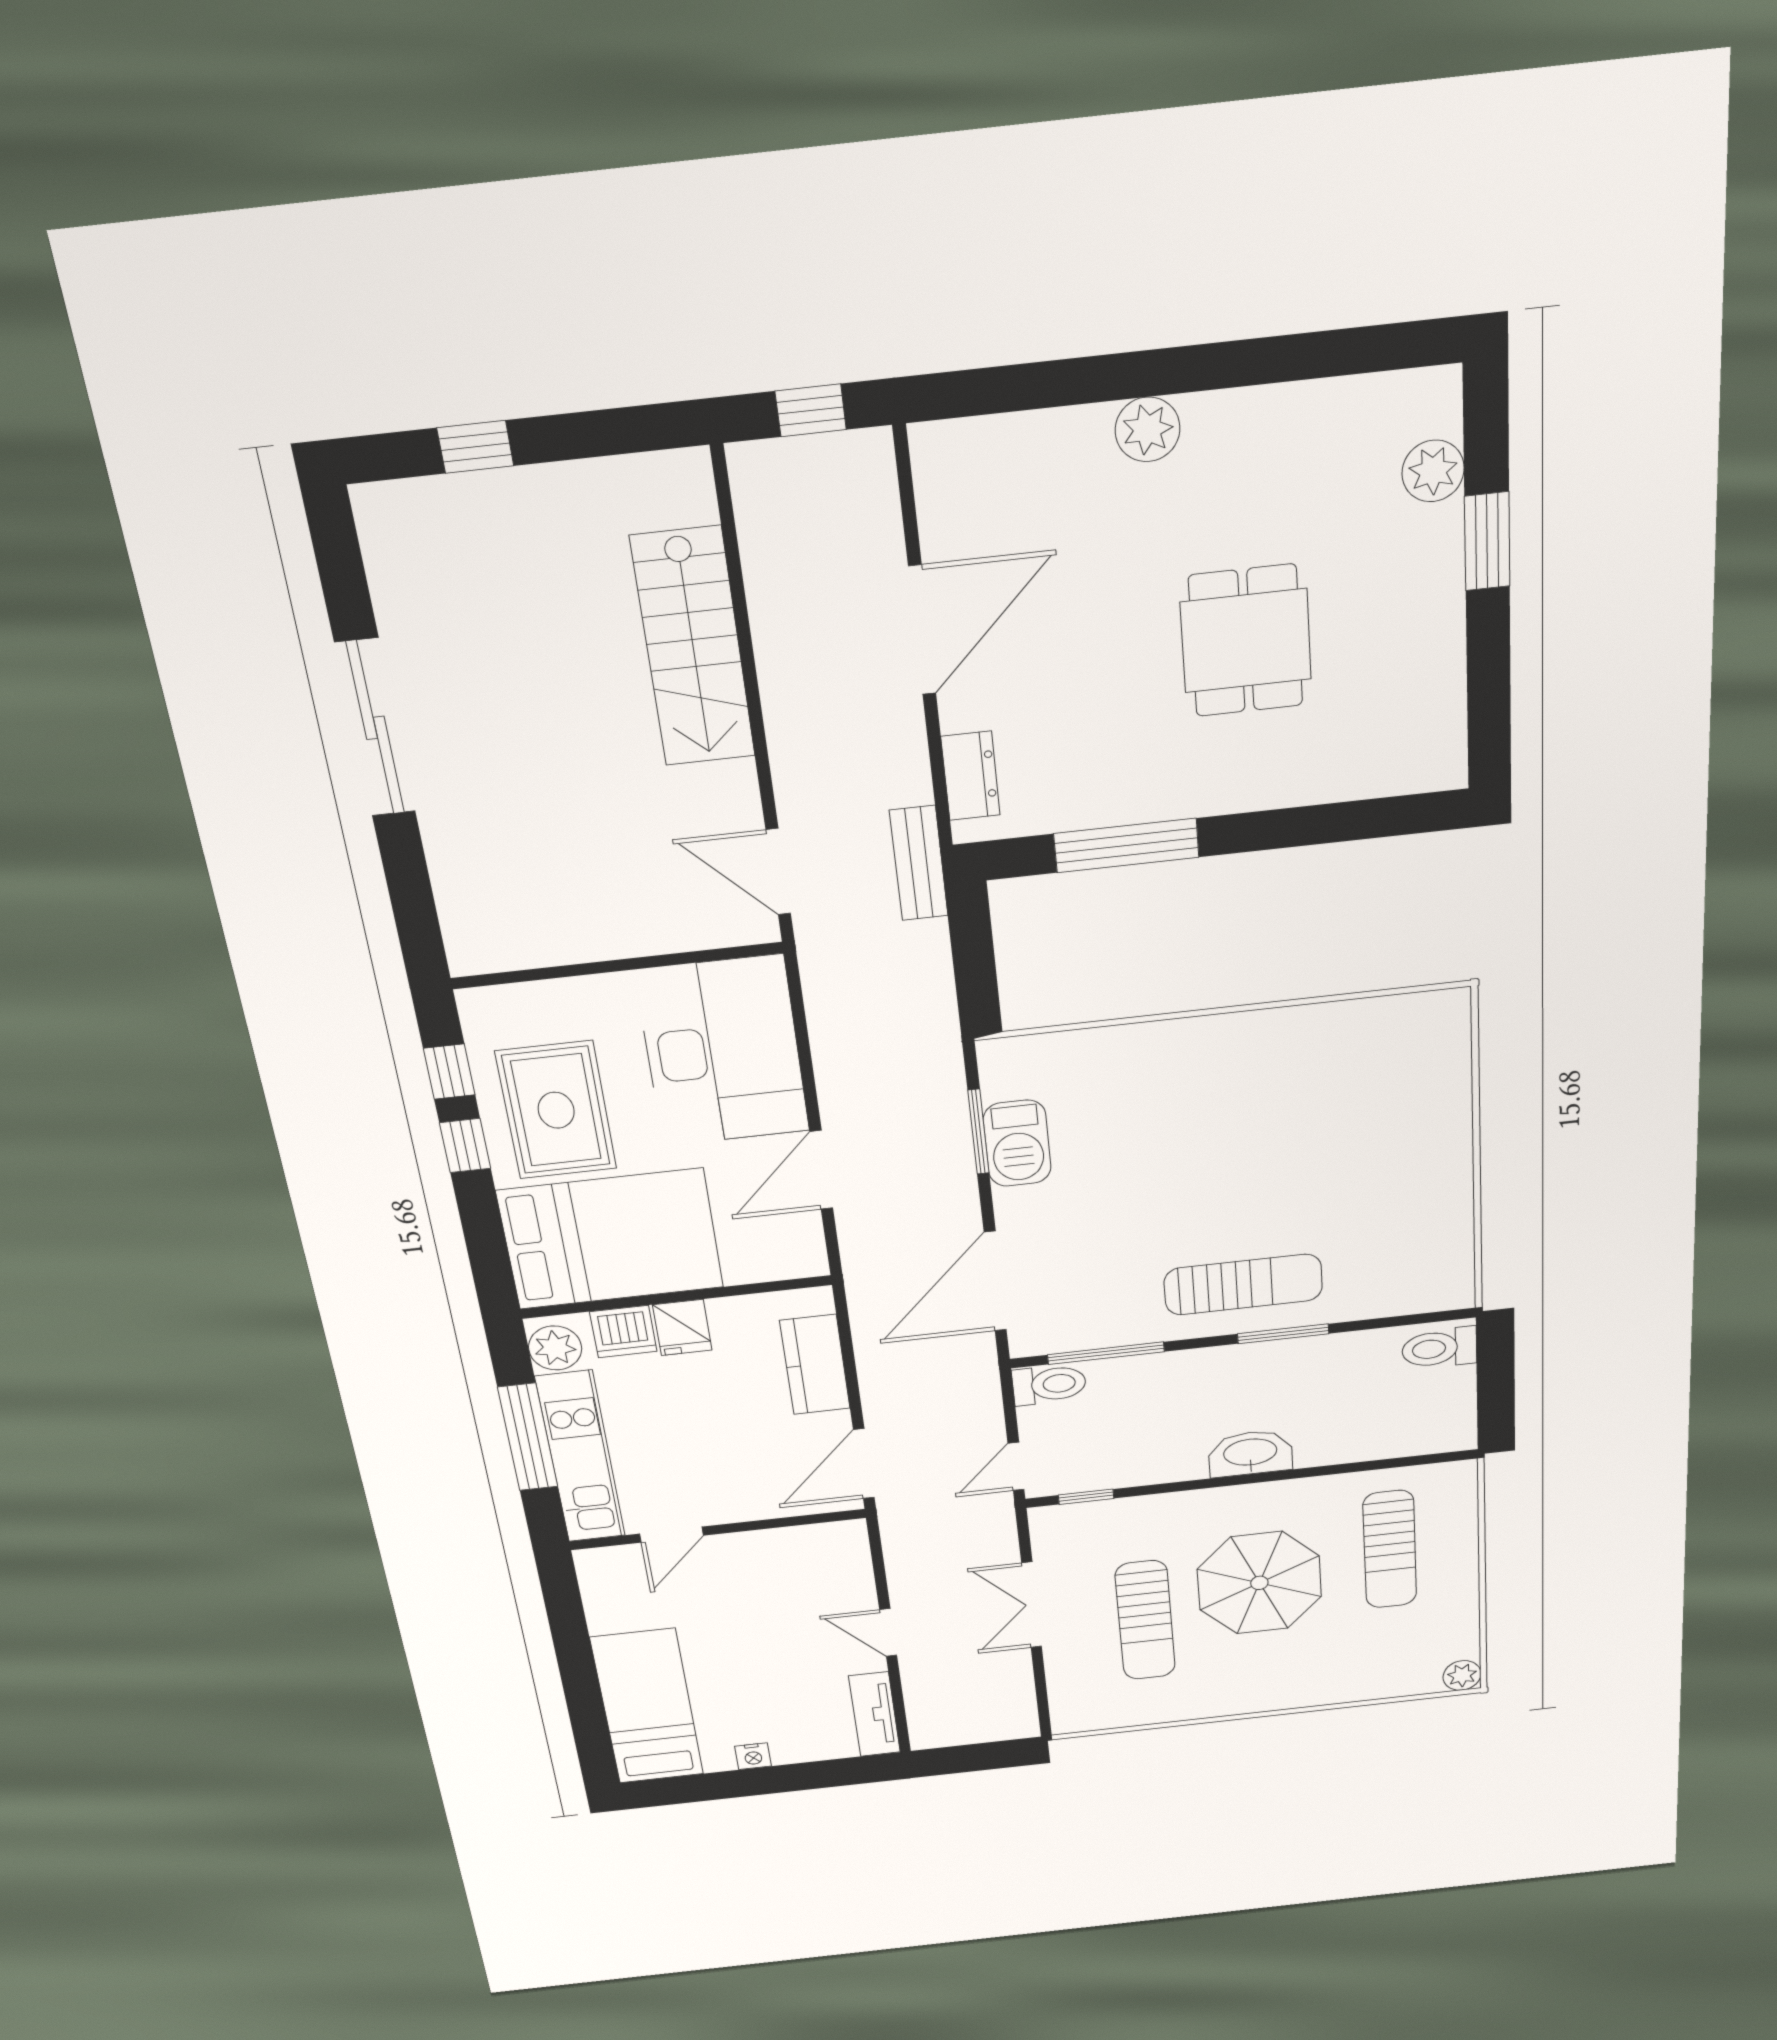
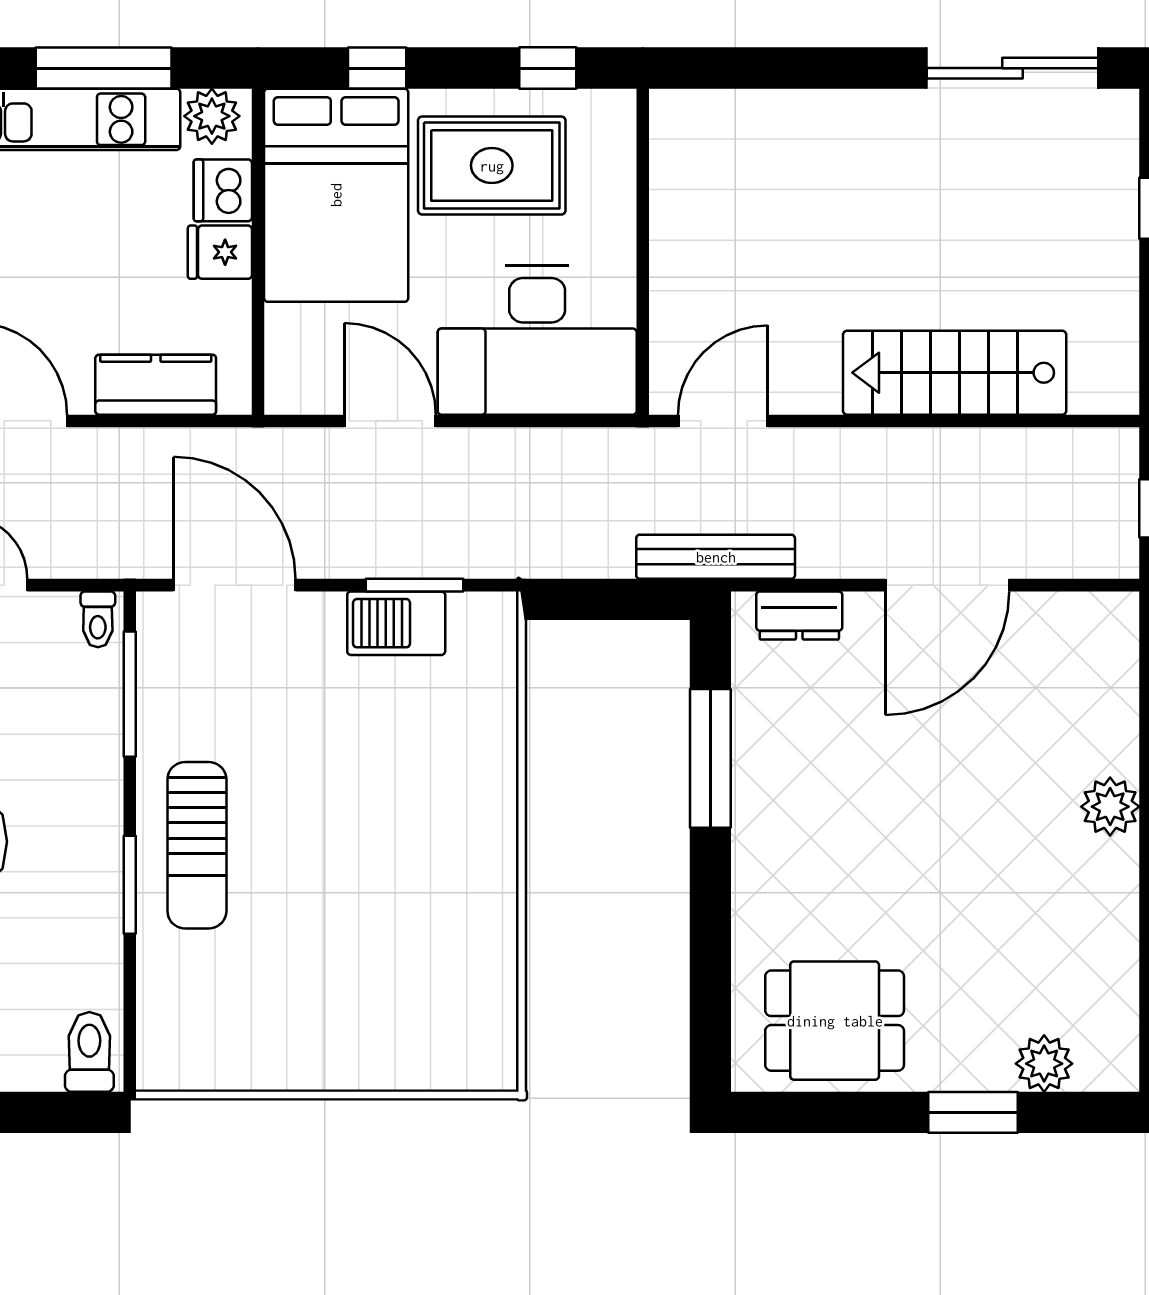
door: (922, 630) -> (947, 585), hinge flipped
dining table: (1246, 641) -> (835, 1021), moved
sliding door: (375, 728) -> (1012, 68), moved
bench: (919, 863) -> (716, 557), width x1.36
window: (465, 1146) -> (377, 68), moved
toilet: (1049, 1384) -> (98, 619), width x0.73, depth x0.72

